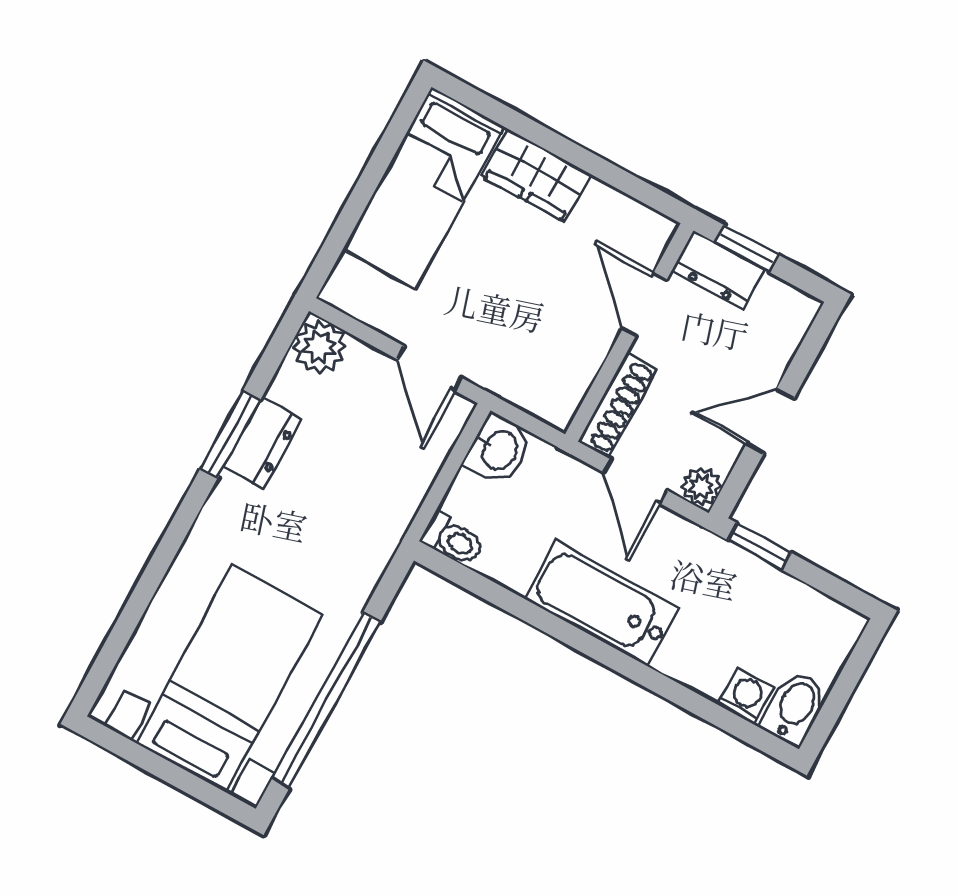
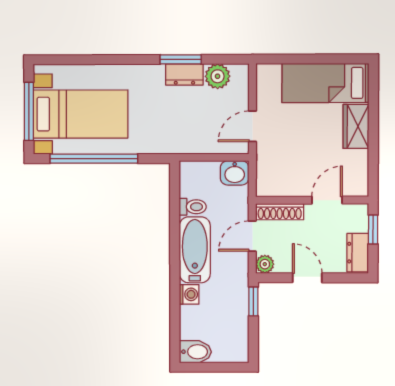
dresser: (718, 270) -> (358, 253), moved
plant: (319, 347) -> (218, 76), moved
toilet: (453, 539) -> (193, 207), moved, turned -90
washing machine: (746, 696) -> (189, 294), moved
window: (171, 773) -> (29, 111), added

